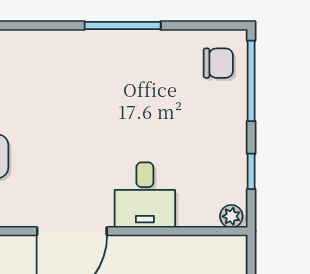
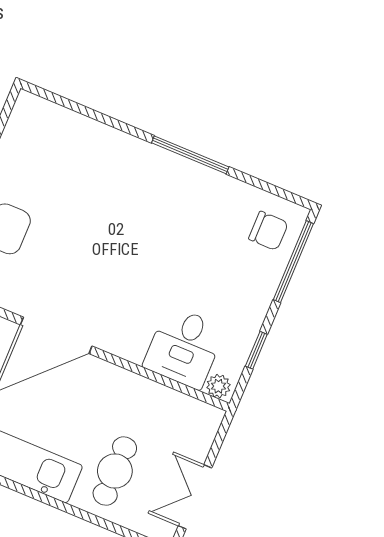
desk: (145, 195) -> (184, 347), moved

